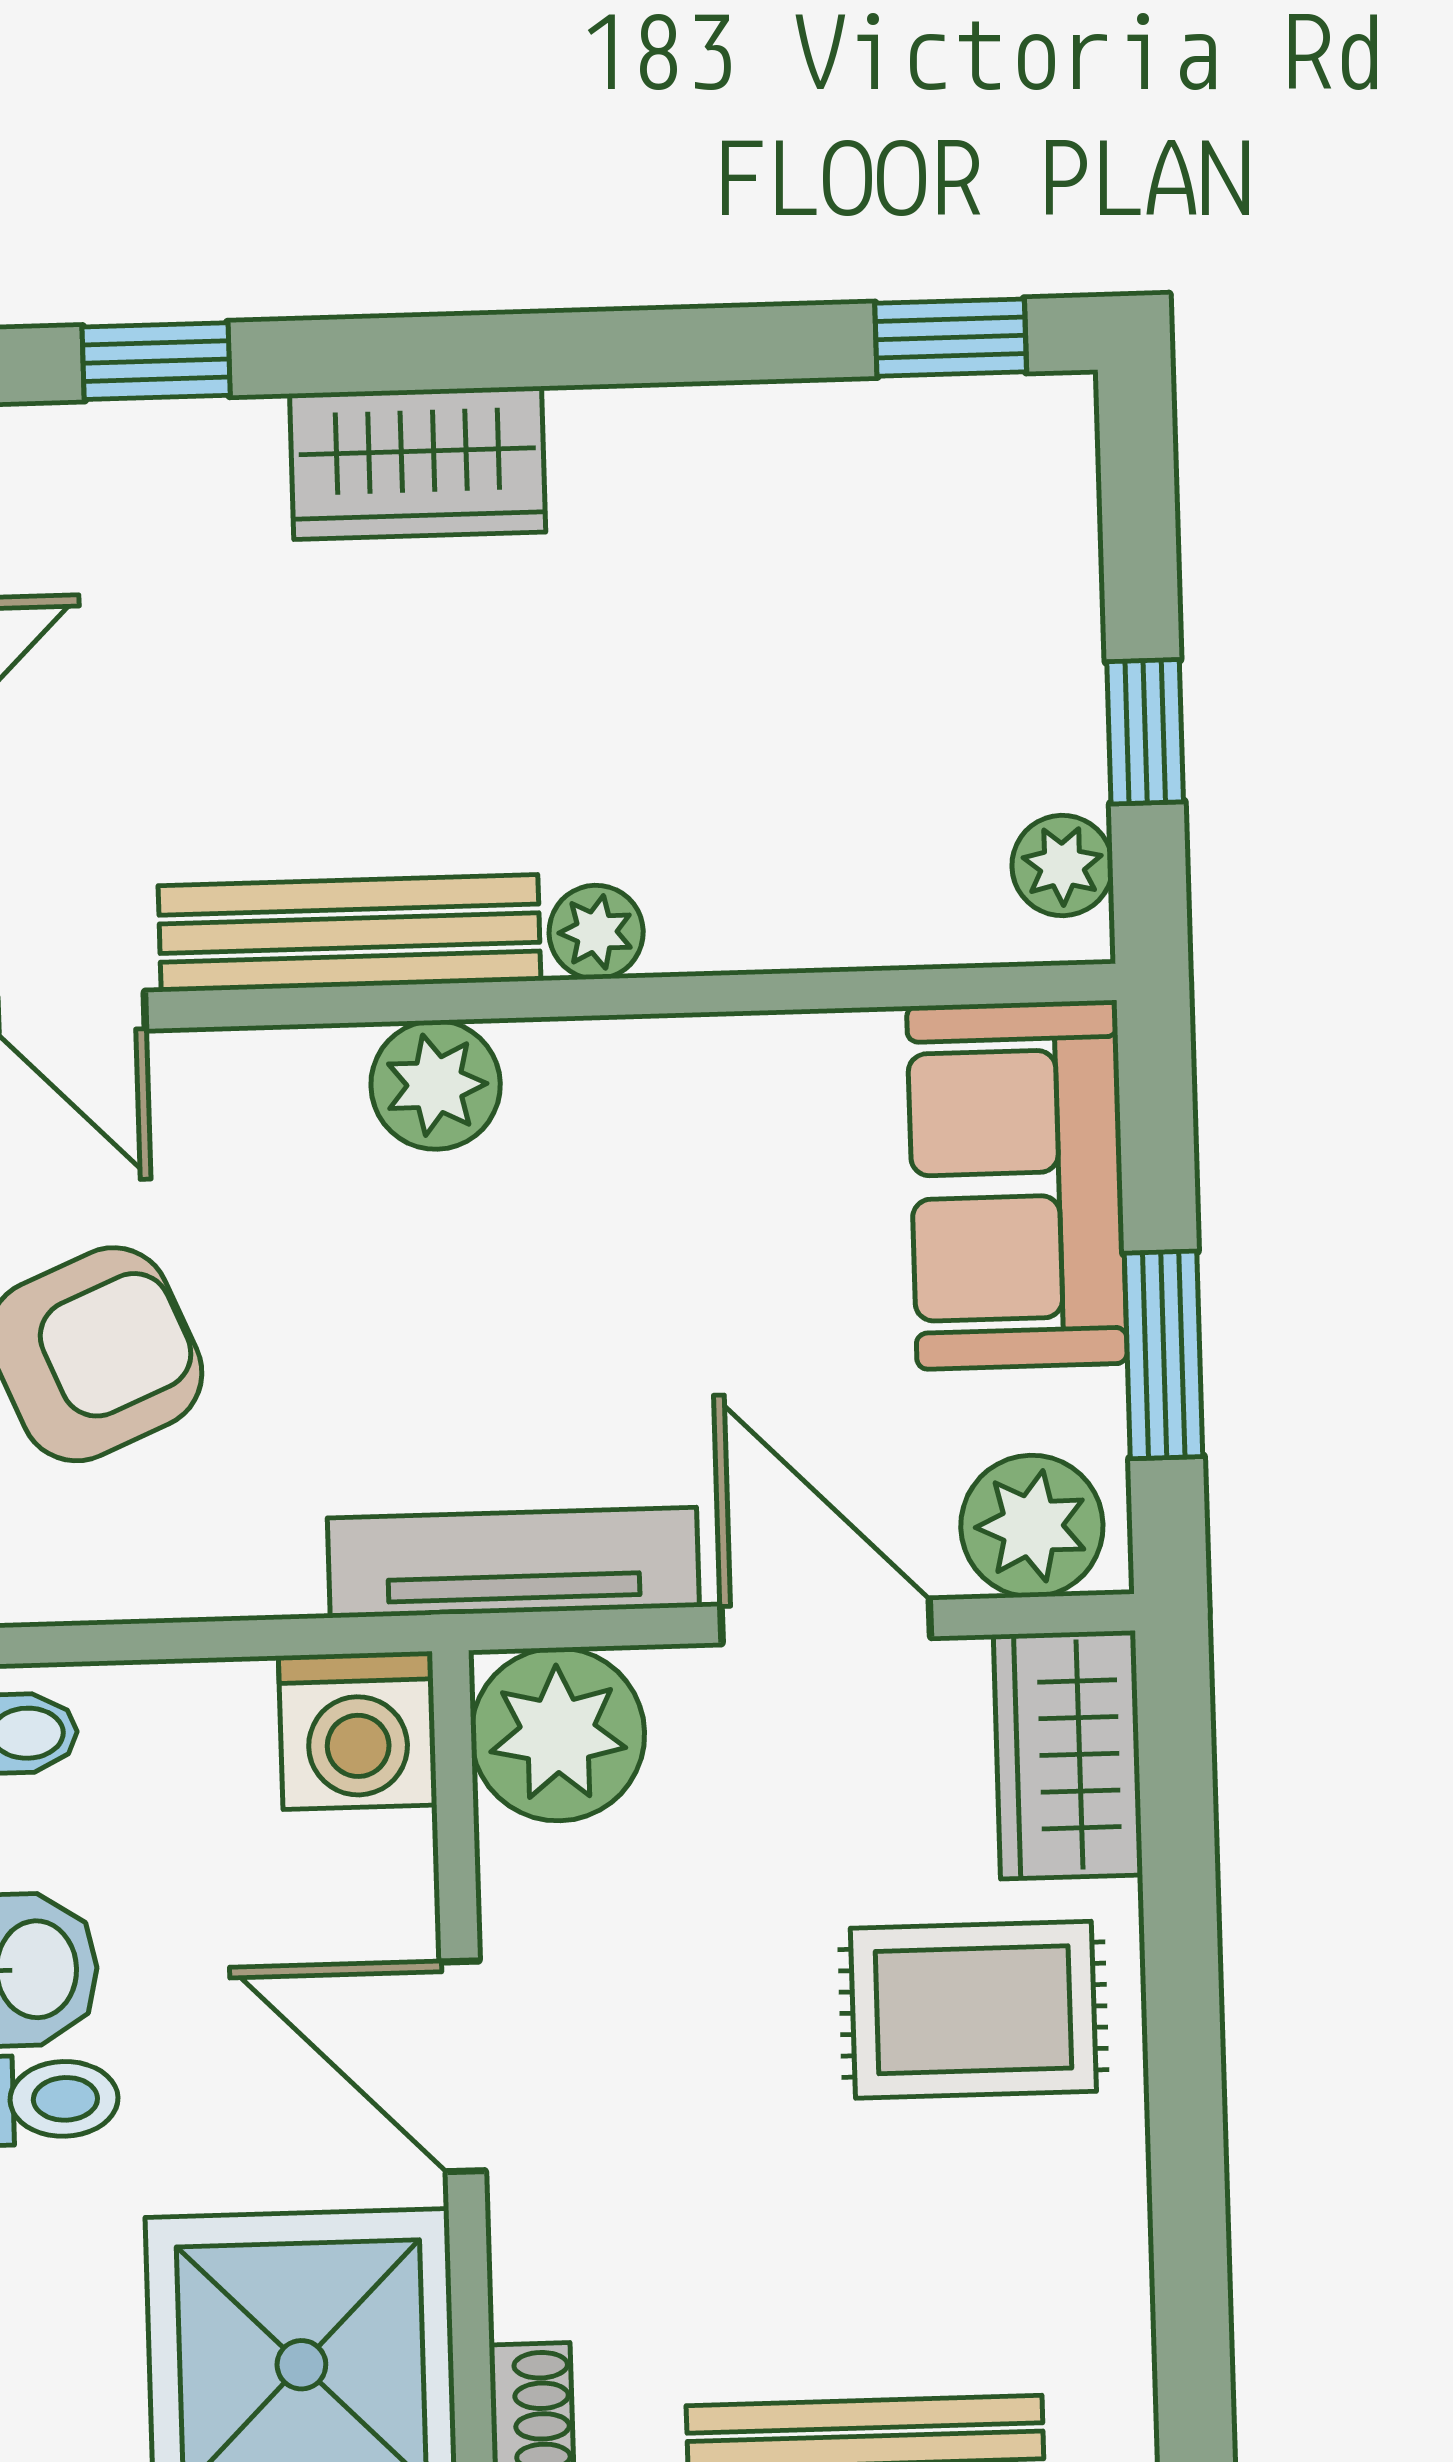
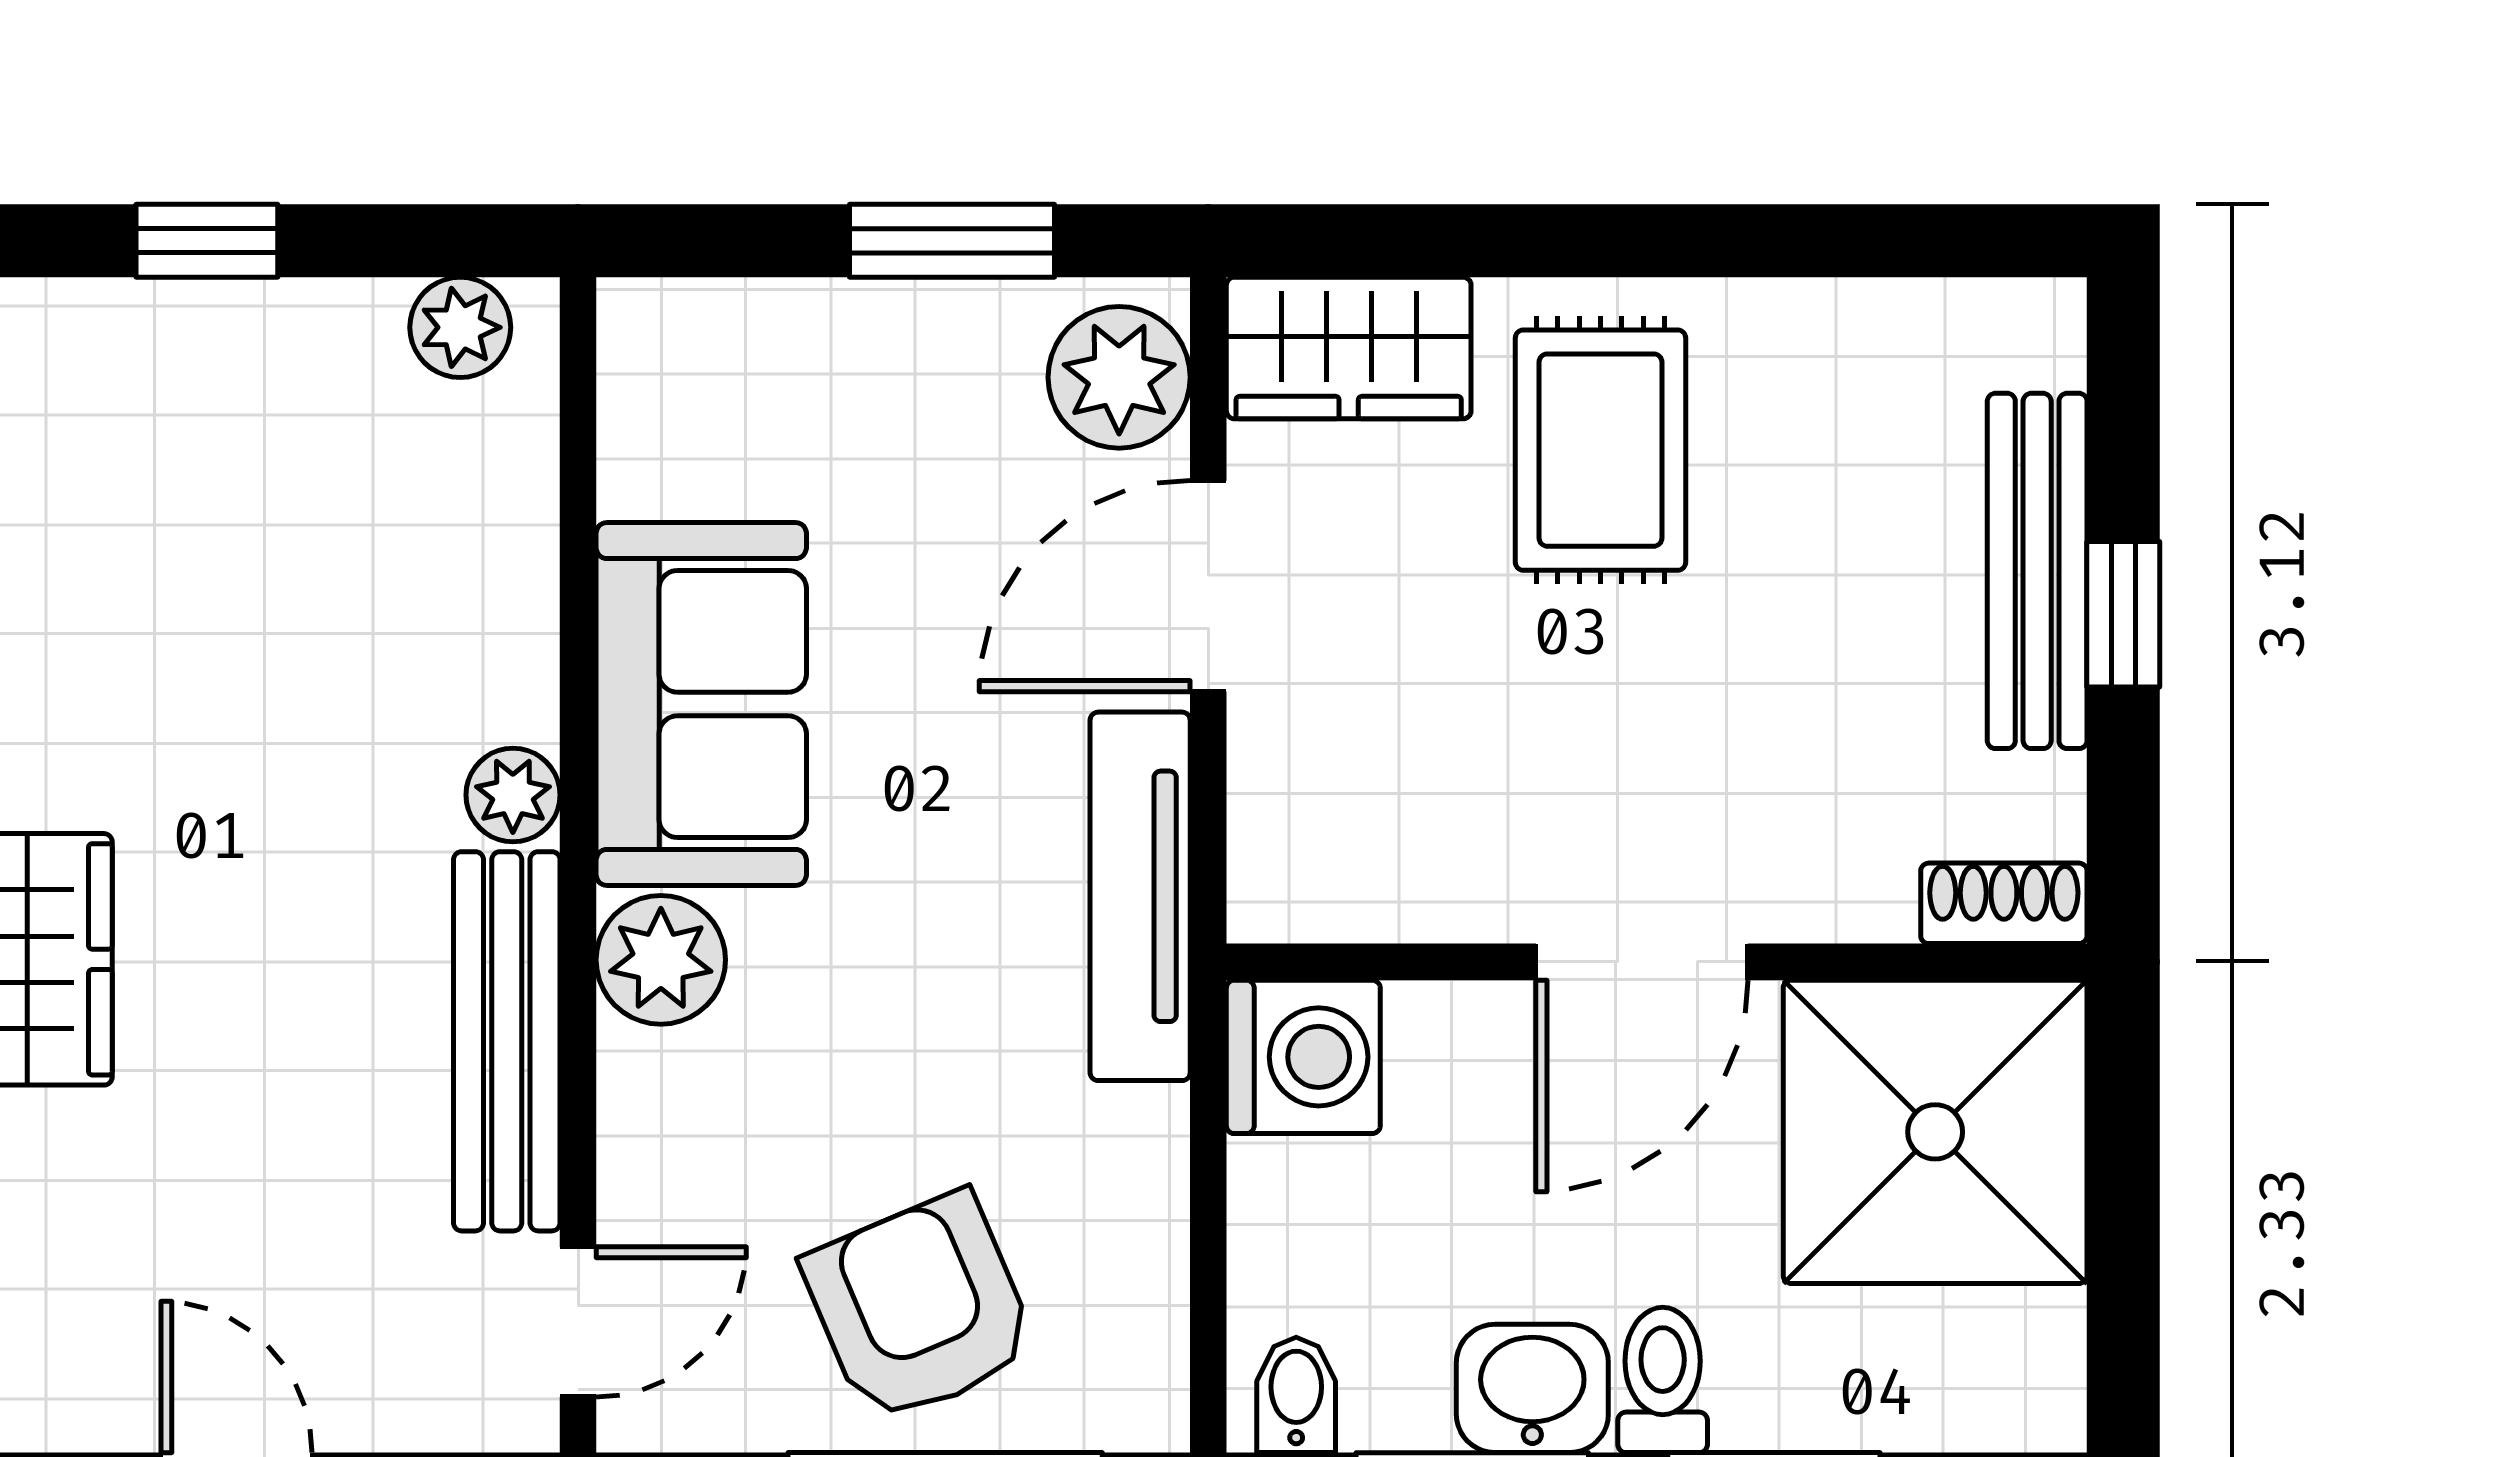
window: (1145, 732) -> (207, 241), moved
sofa: (1017, 1185) -> (701, 704), moved, turned -90
plant: (558, 1734) -> (1313, 857), removed

